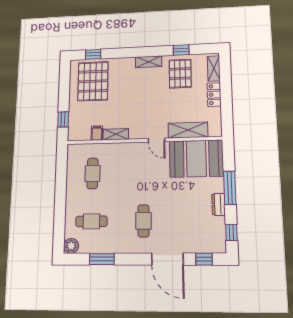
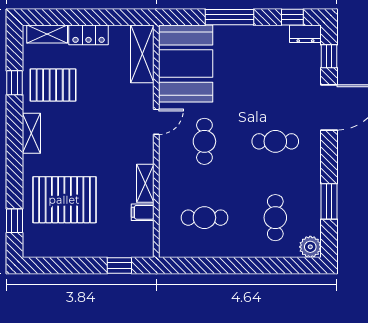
pallet: (93, 81) -> (64, 200), moved
shelving: (188, 130) -> (142, 54), moved
cafe table: (143, 172) -> (204, 141), added
dresser: (218, 204) -> (305, 34), moved

